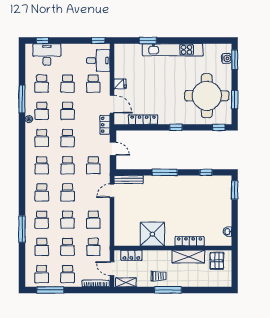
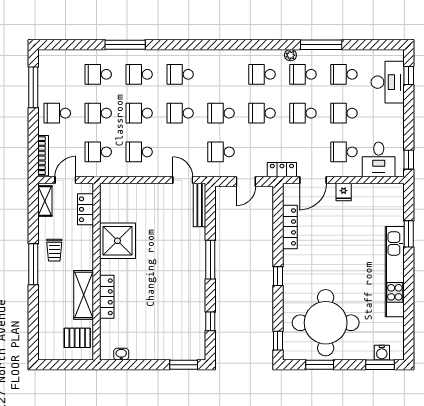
school desk: (42, 165) -> (221, 74), removed
school desk: (42, 274) -> (57, 74), removed

